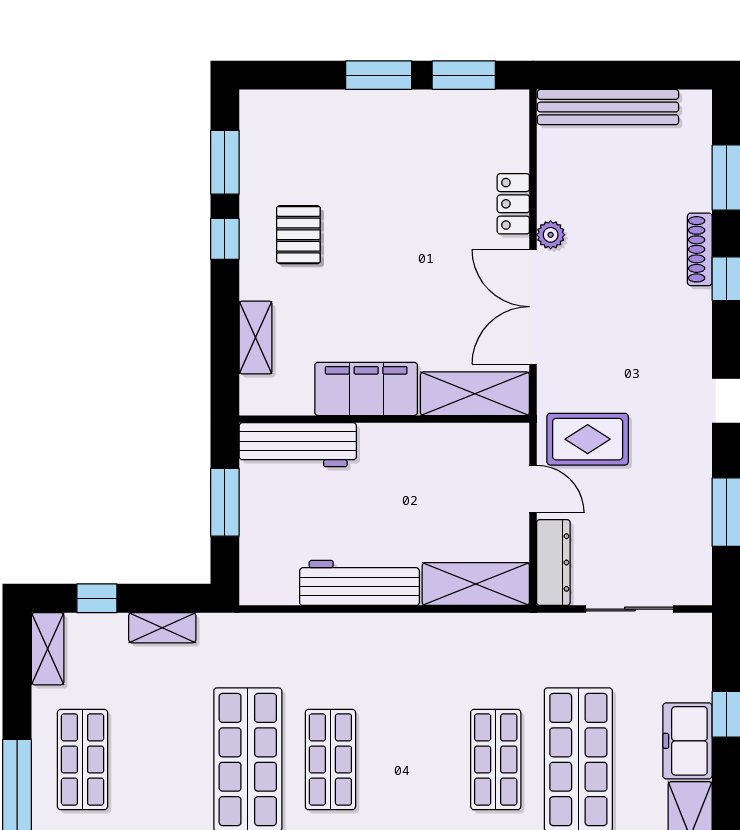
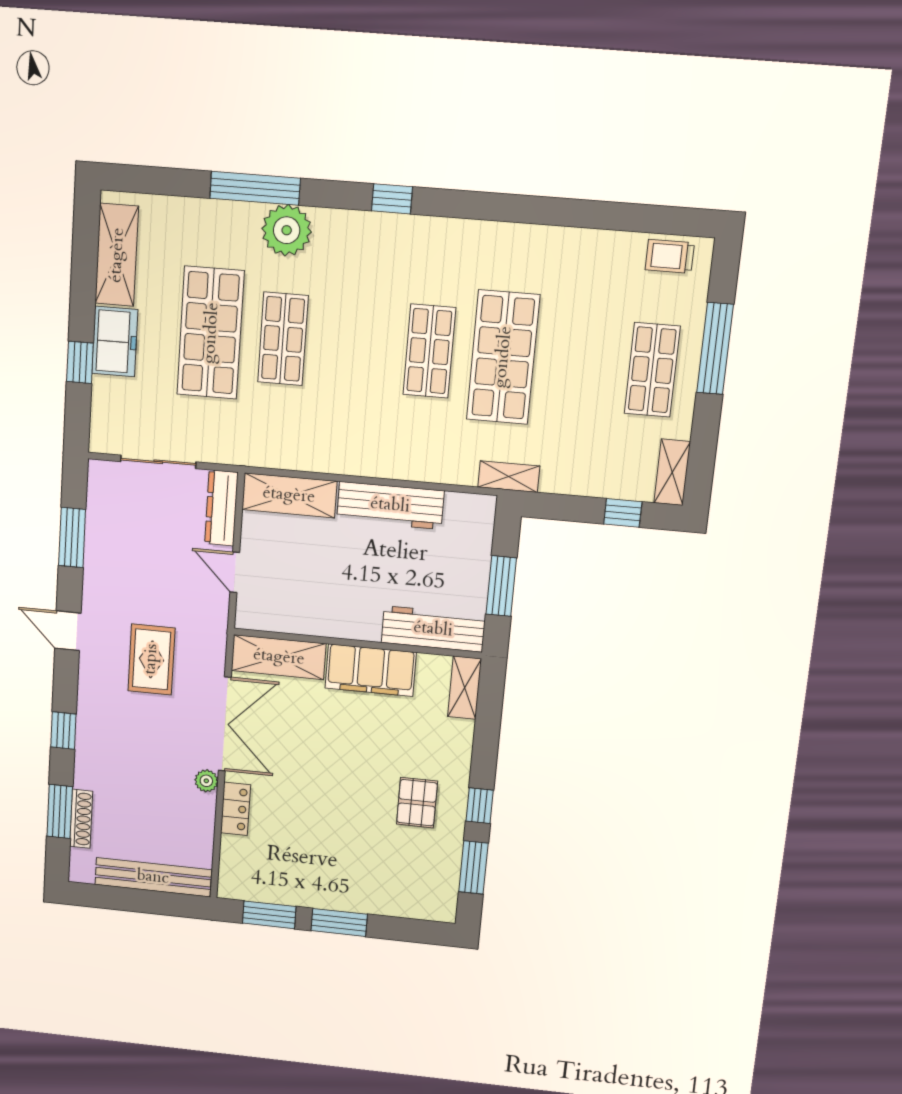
shoe rack: (700, 249) -> (81, 819), moved
shelving: (256, 337) -> (465, 688), moved
rug: (588, 439) -> (151, 659), moved, turned 90
shelving: (162, 628) -> (509, 477), moved

